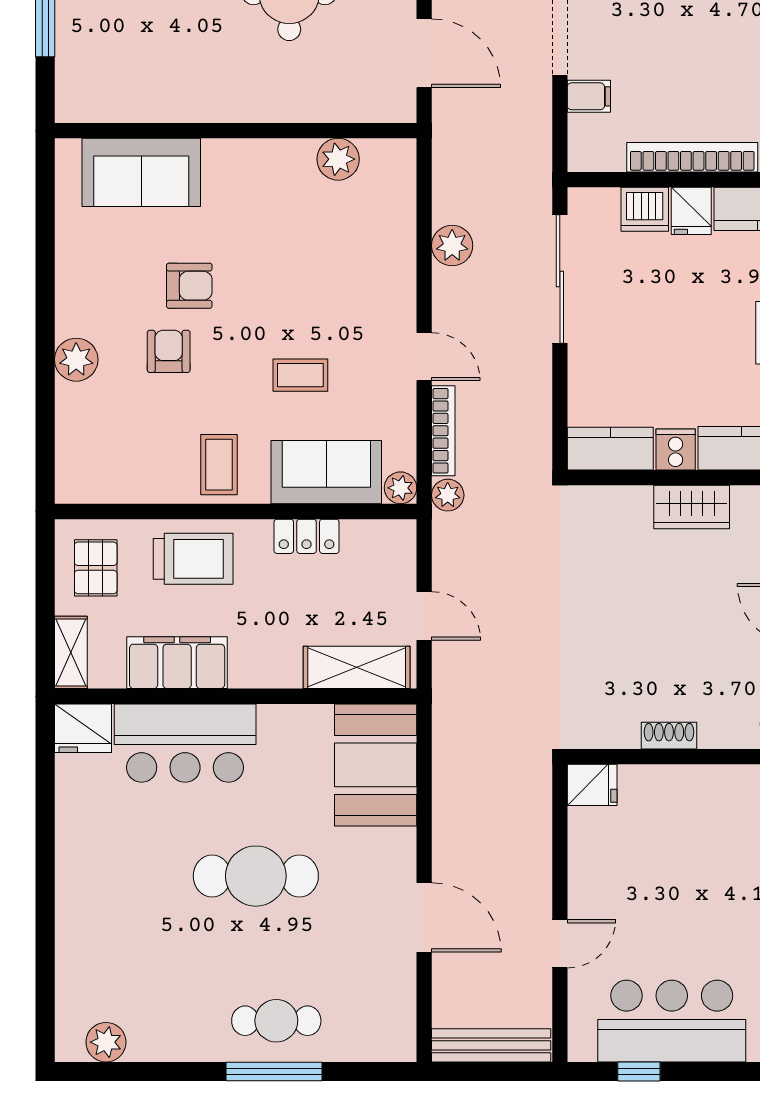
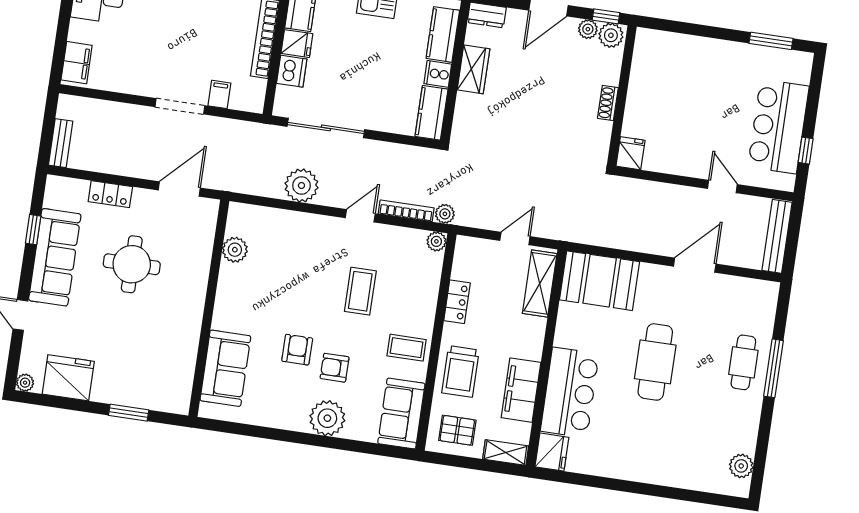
plant: (452, 246) -> (301, 185), width x1.36, depth x1.36
plant: (76, 360) -> (327, 418), width x1.36, depth x1.36
coffee table: (300, 375) -> (360, 291), width x1.36, depth x1.30
sofa: (326, 472) -> (401, 414), moved
trolley: (193, 559) -> (460, 371), turned 180

